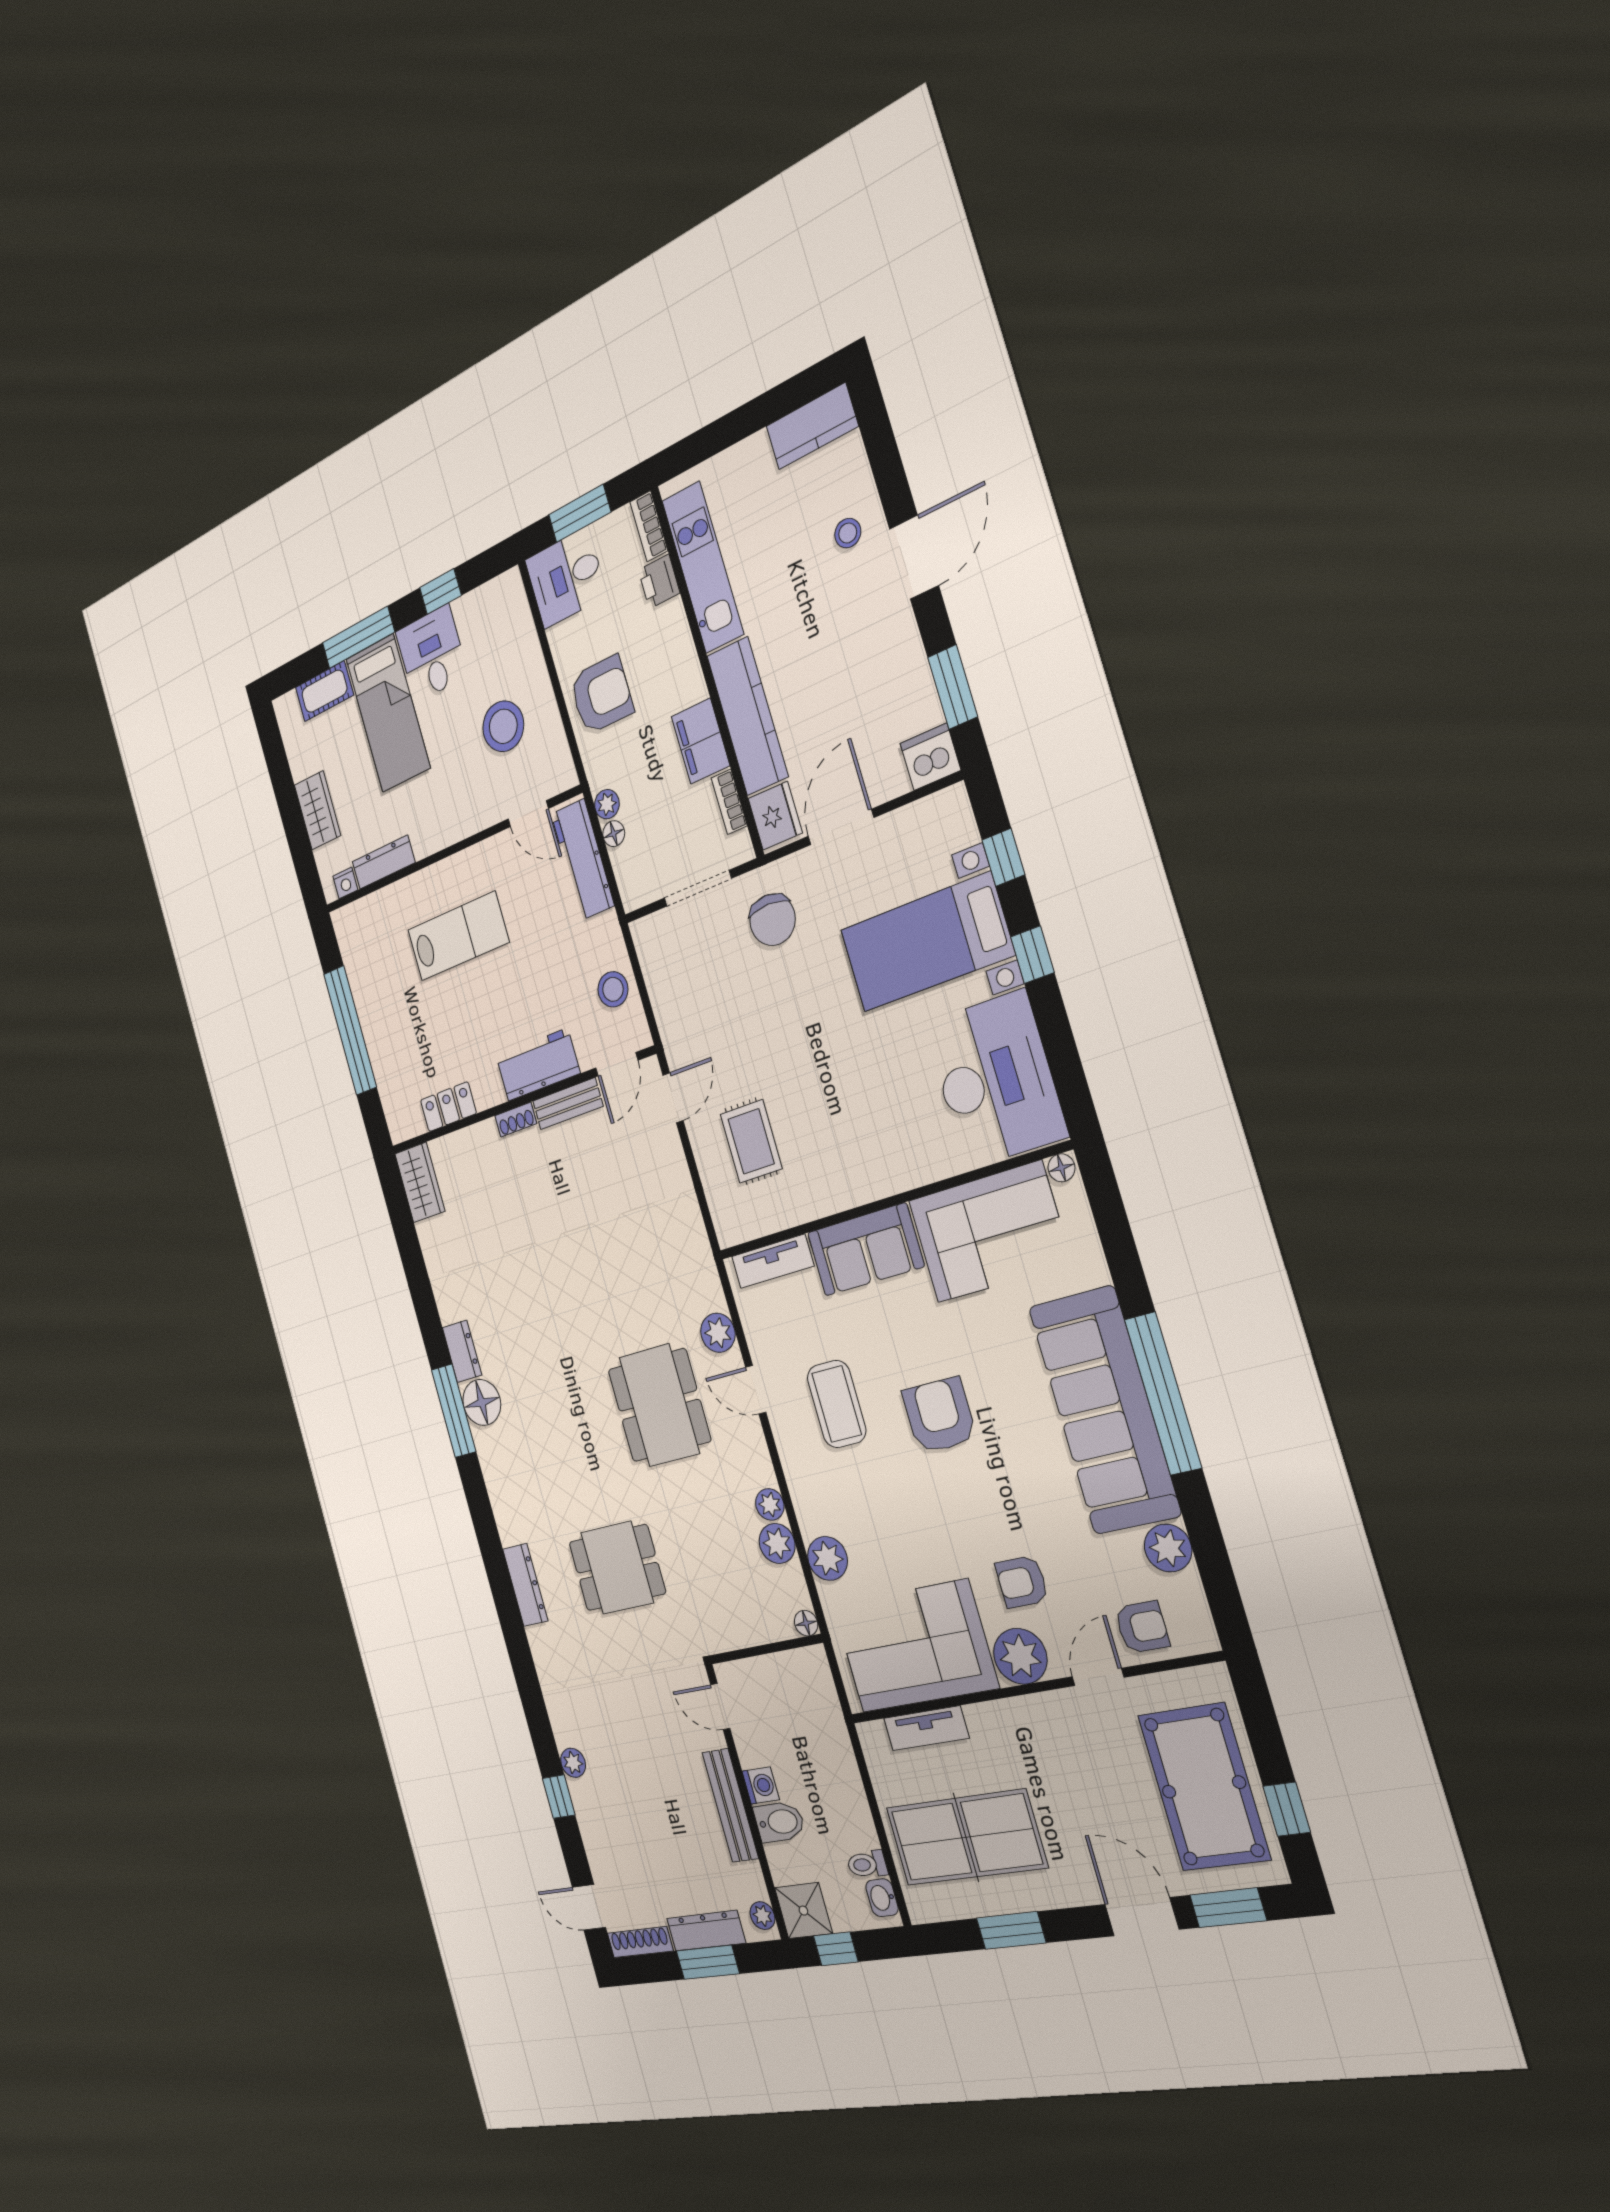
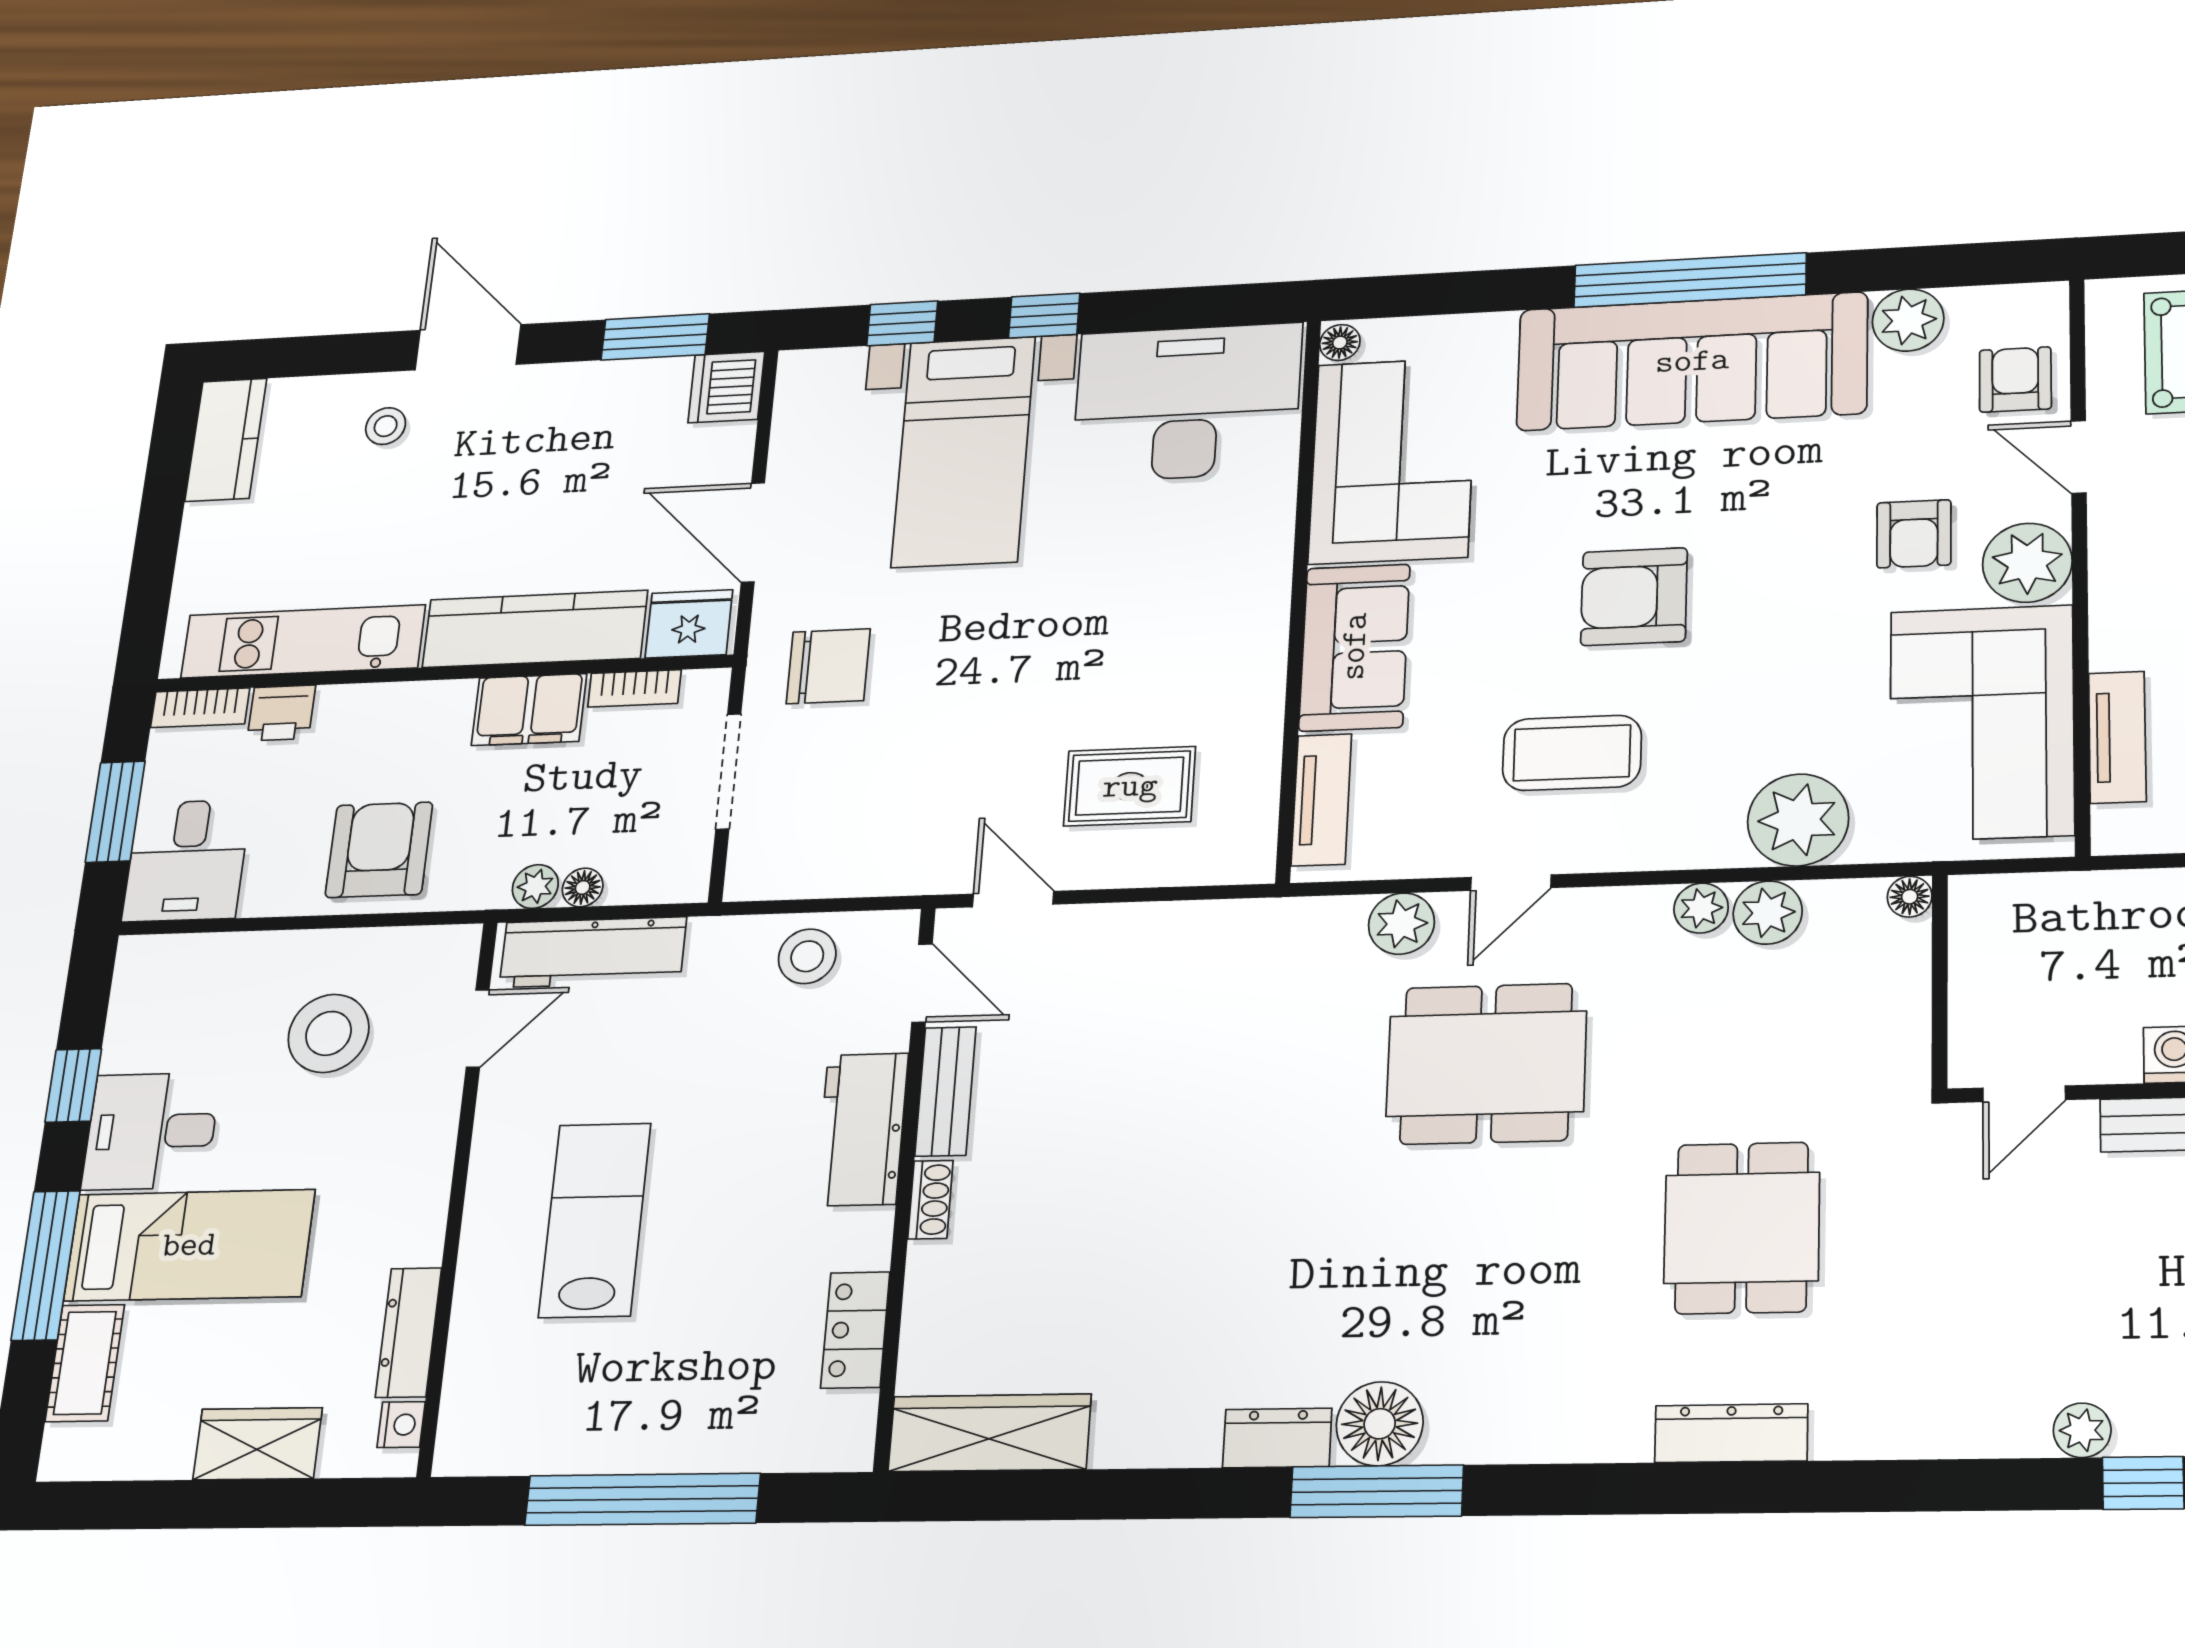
wardrobe: (420, 1182) -> (990, 1433), width x1.50
plant: (827, 1558) -> (1798, 820), width x1.36, depth x1.36

